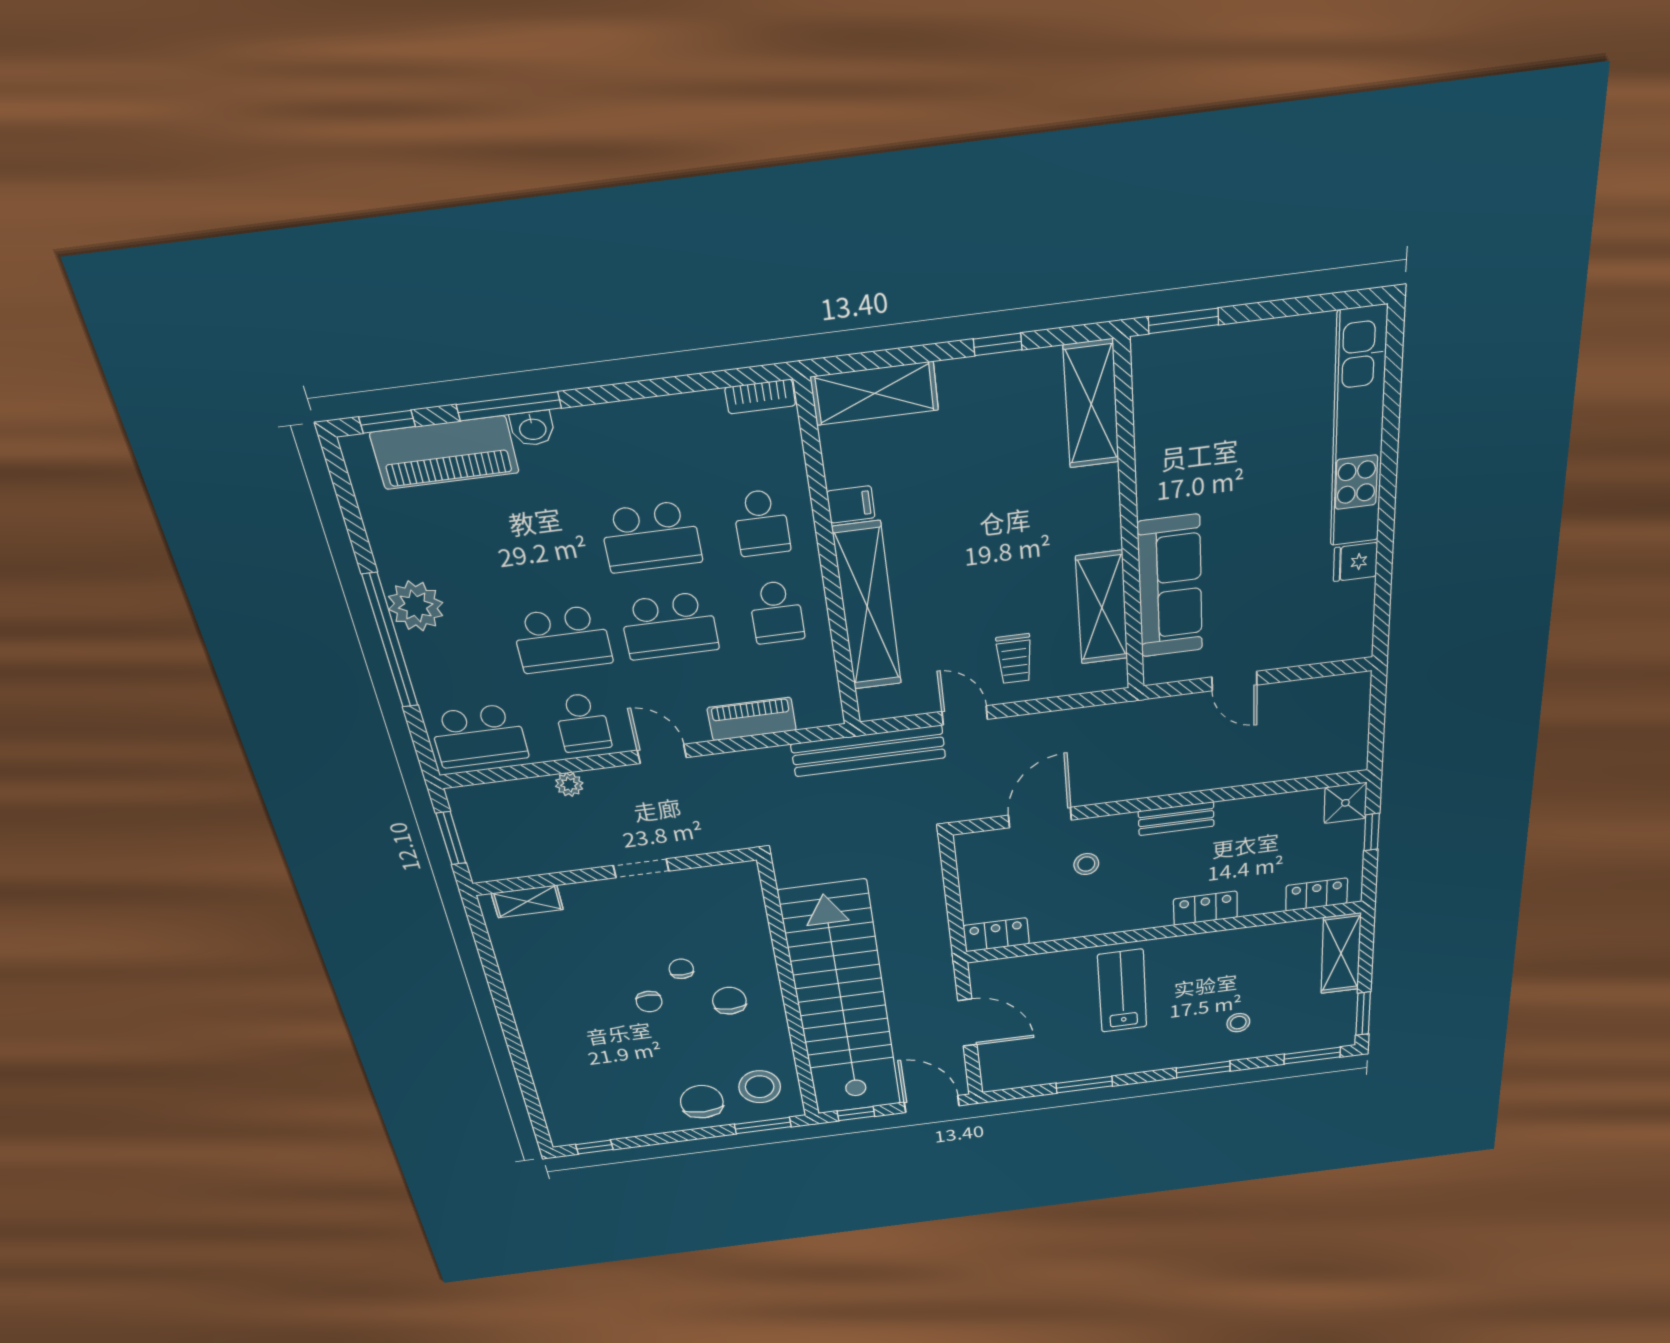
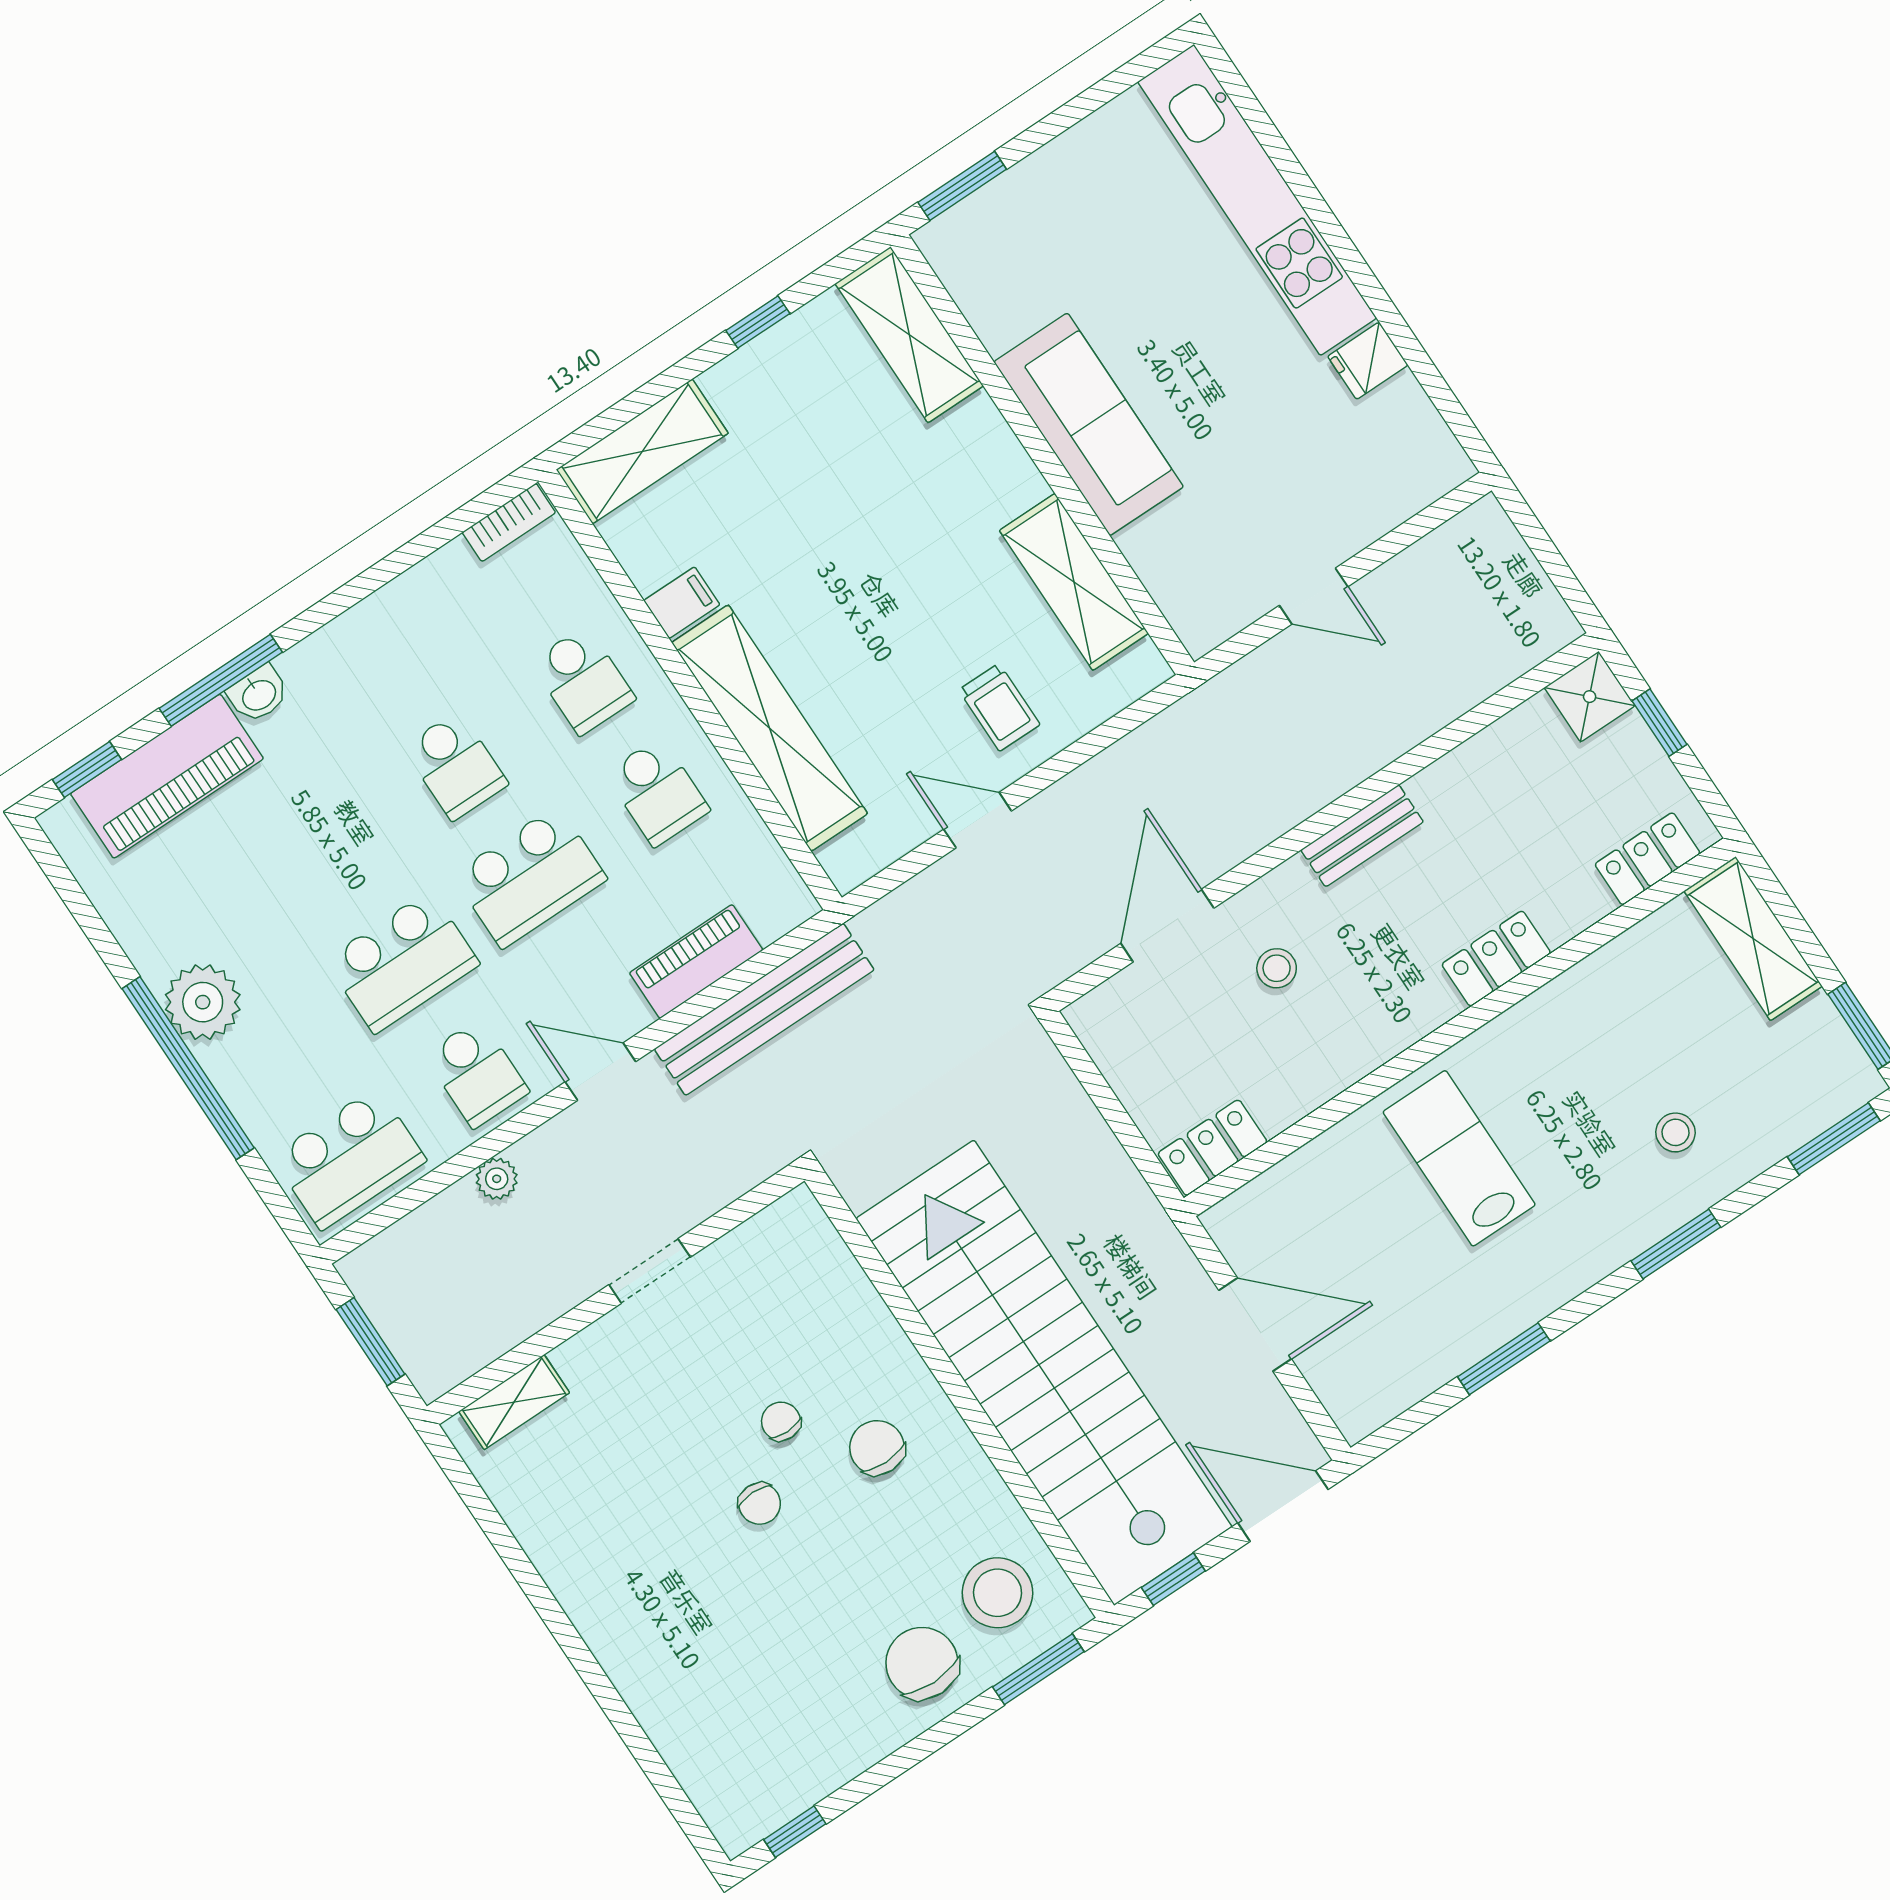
school desk: (651, 537) -> (455, 766), width x0.54
sofa: (1170, 587) -> (1089, 424), moved
bench: (868, 751) -> (764, 1009), moved

